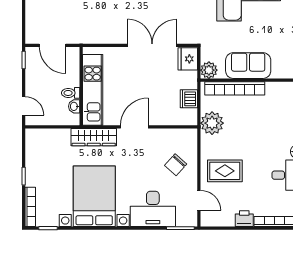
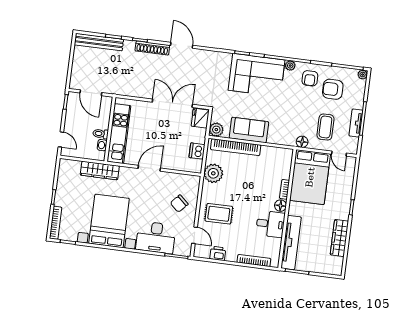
wardrobe: (94, 137) -> (100, 170), moved
printer: (244, 219) -> (218, 253), moved

